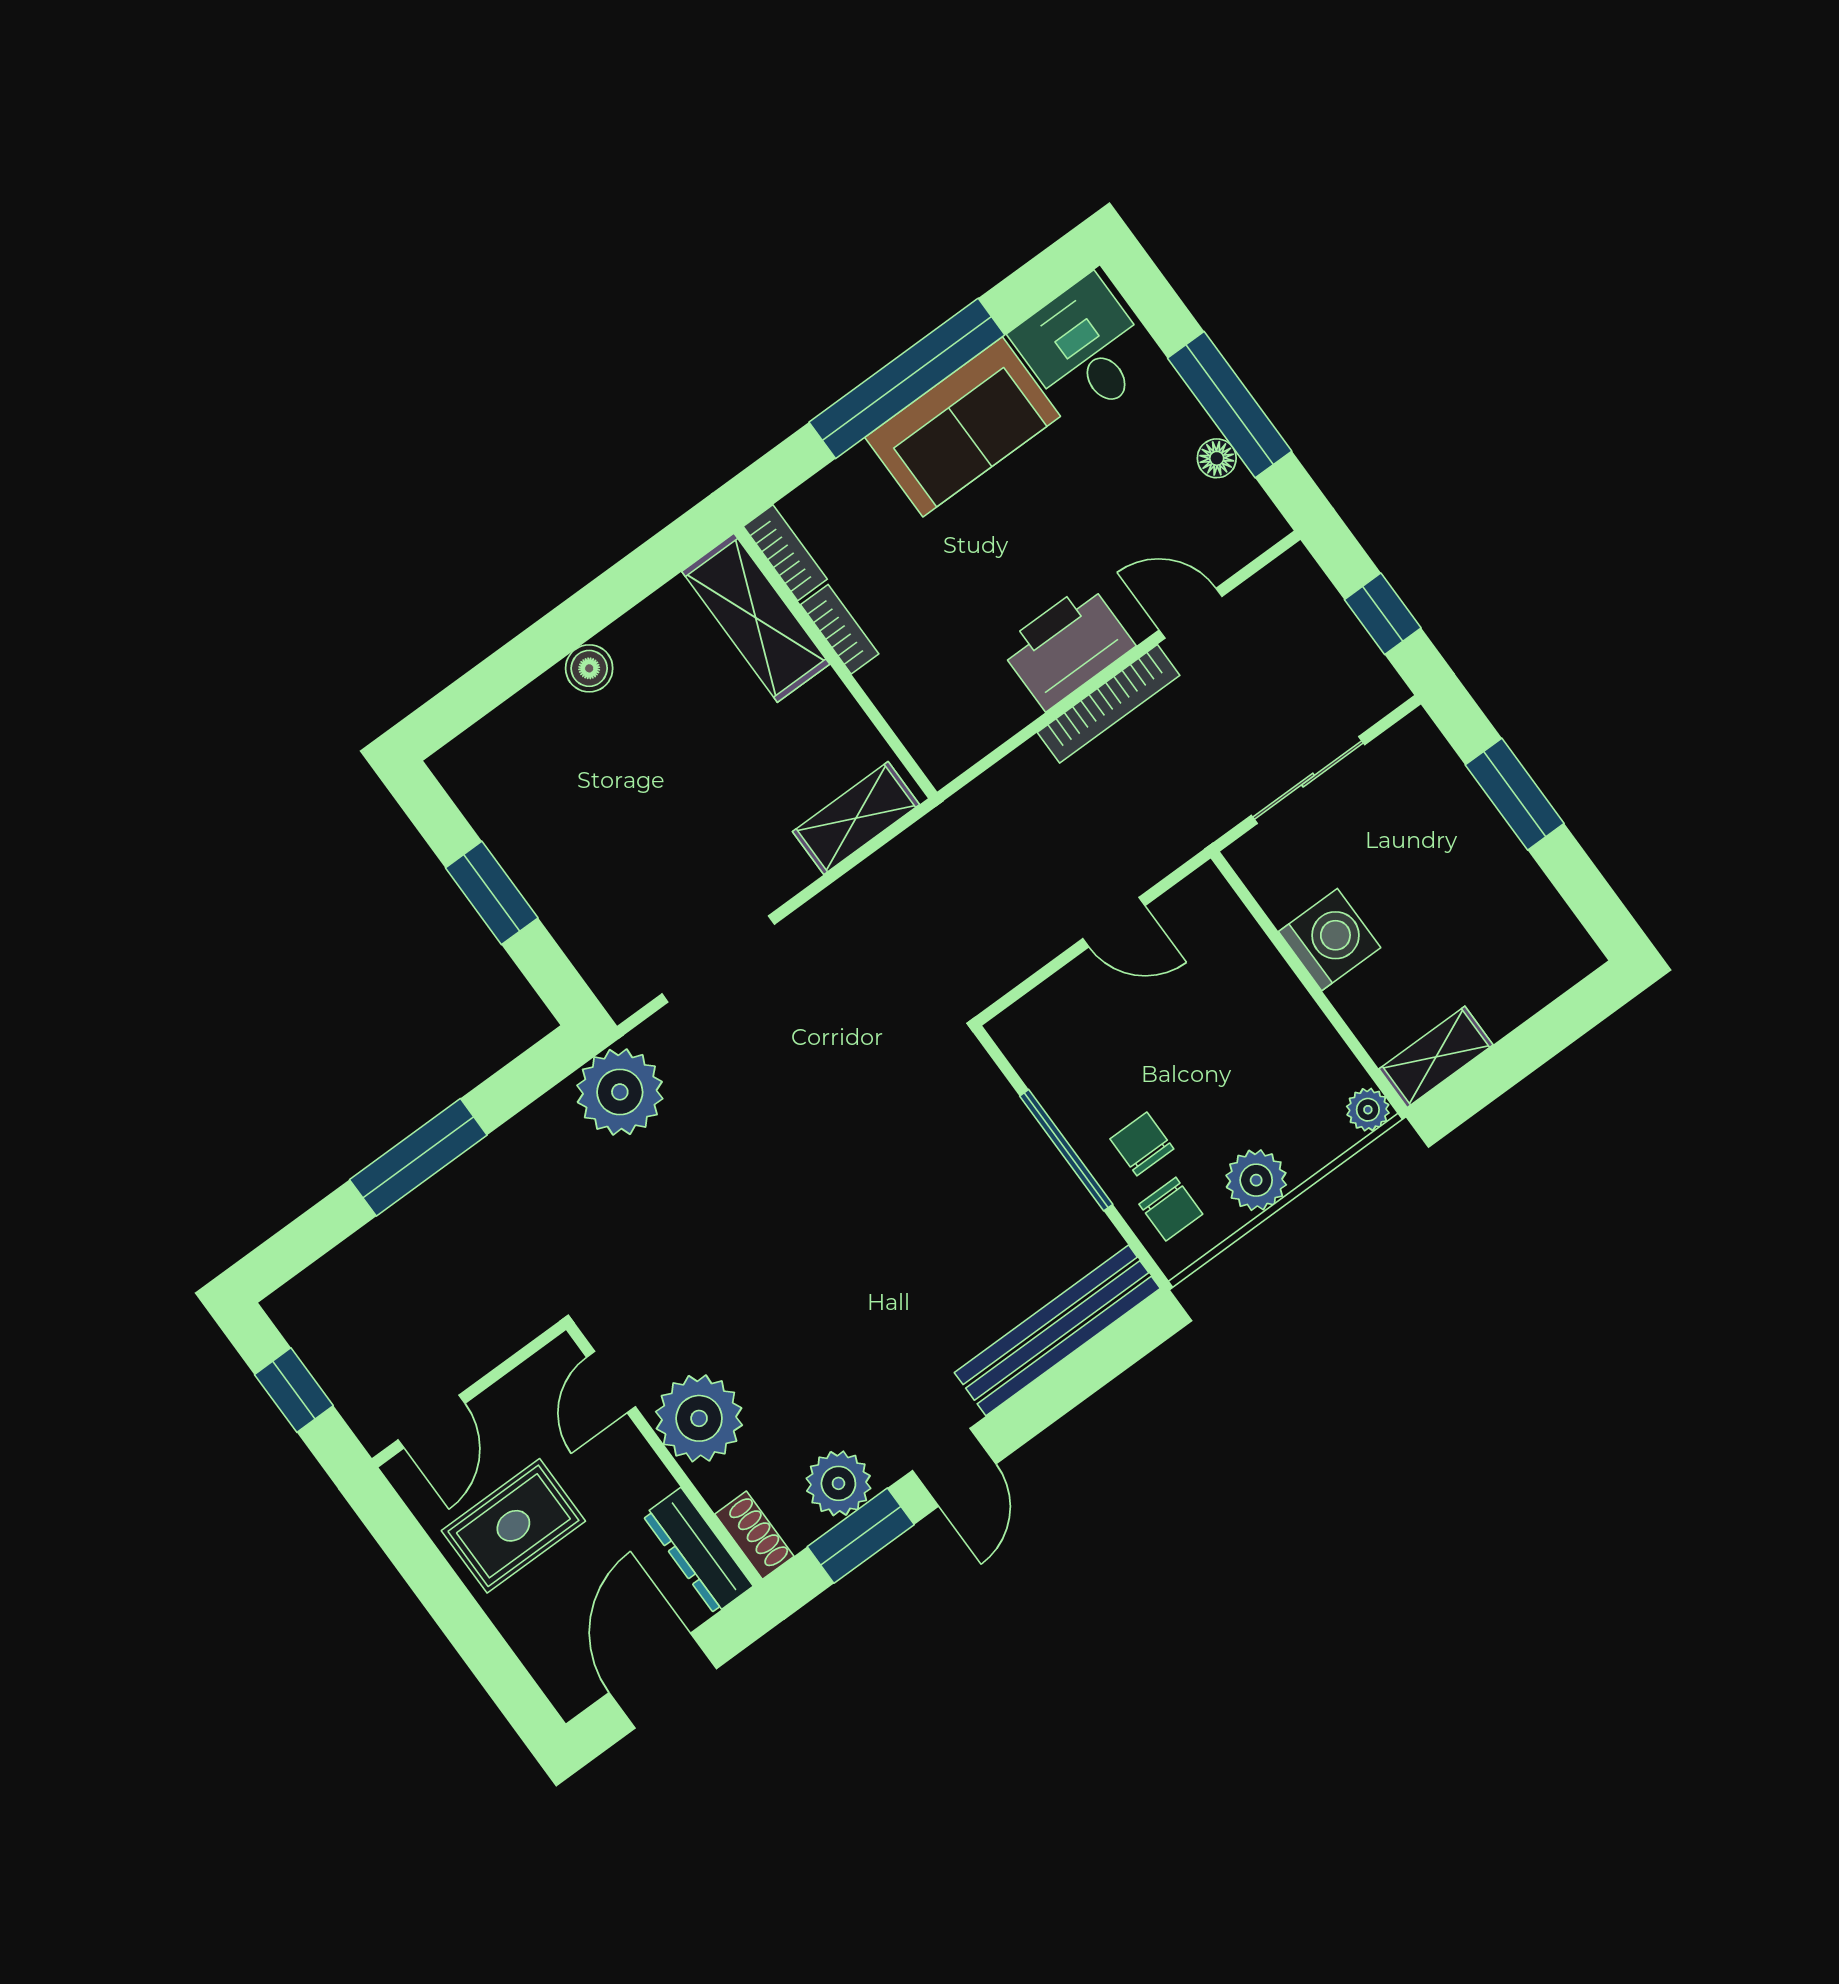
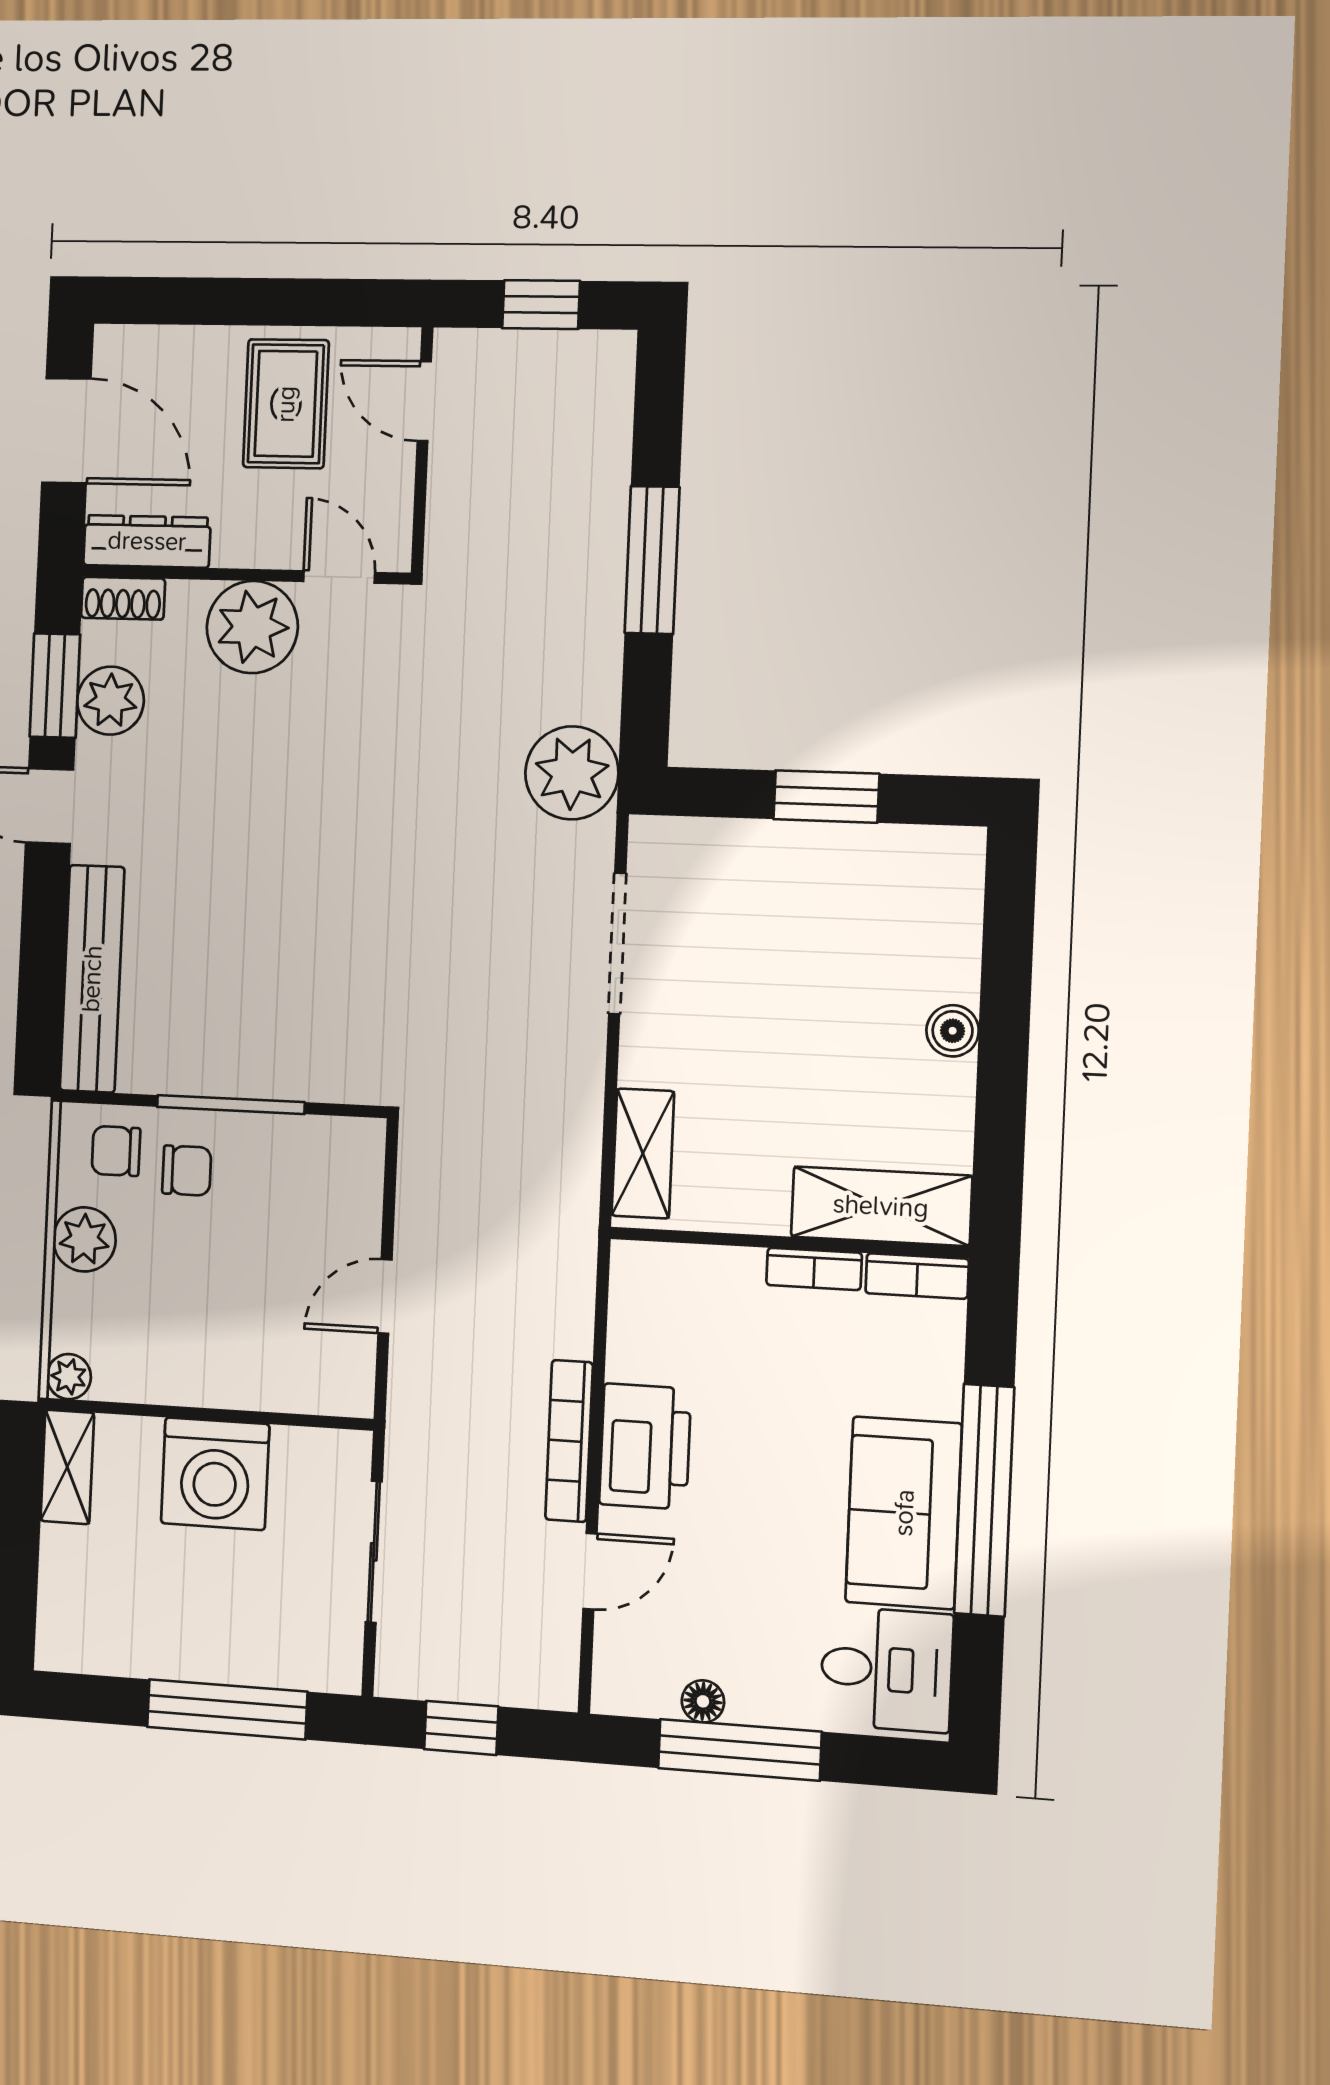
window: (1515, 794) -> (227, 1709), width x1.44
washing machine: (1330, 940) -> (215, 1474), width x1.37, depth x1.37

